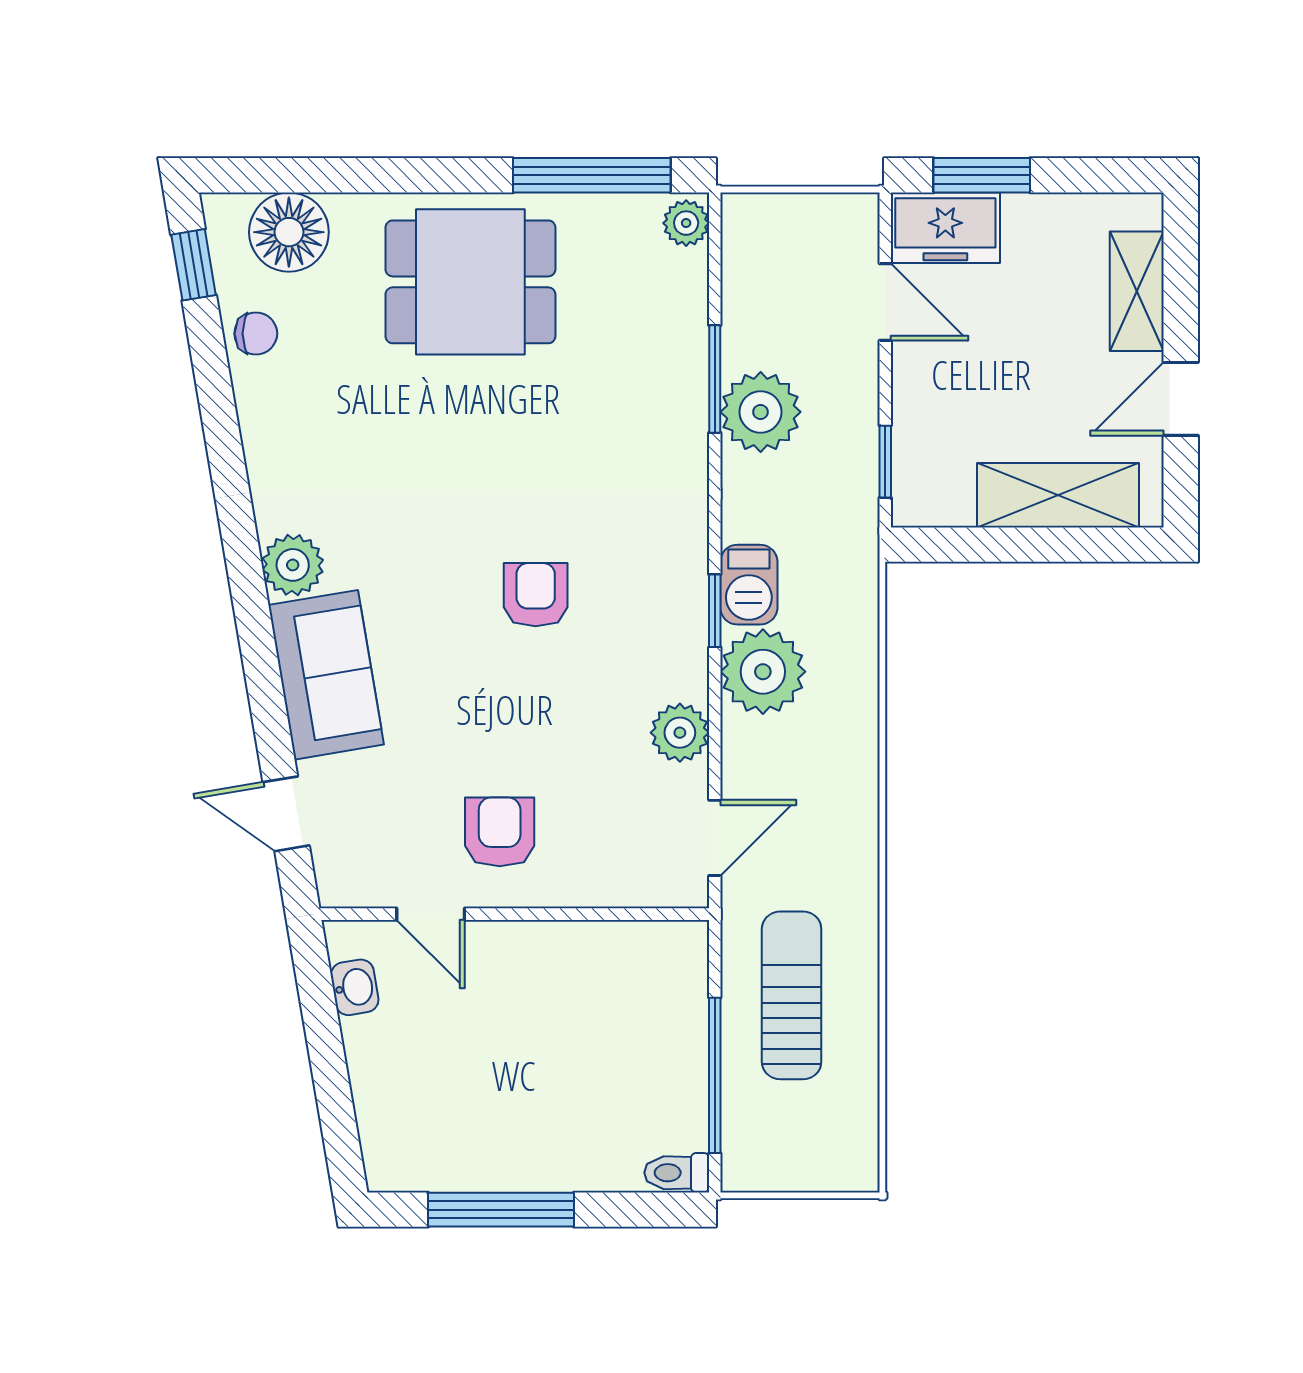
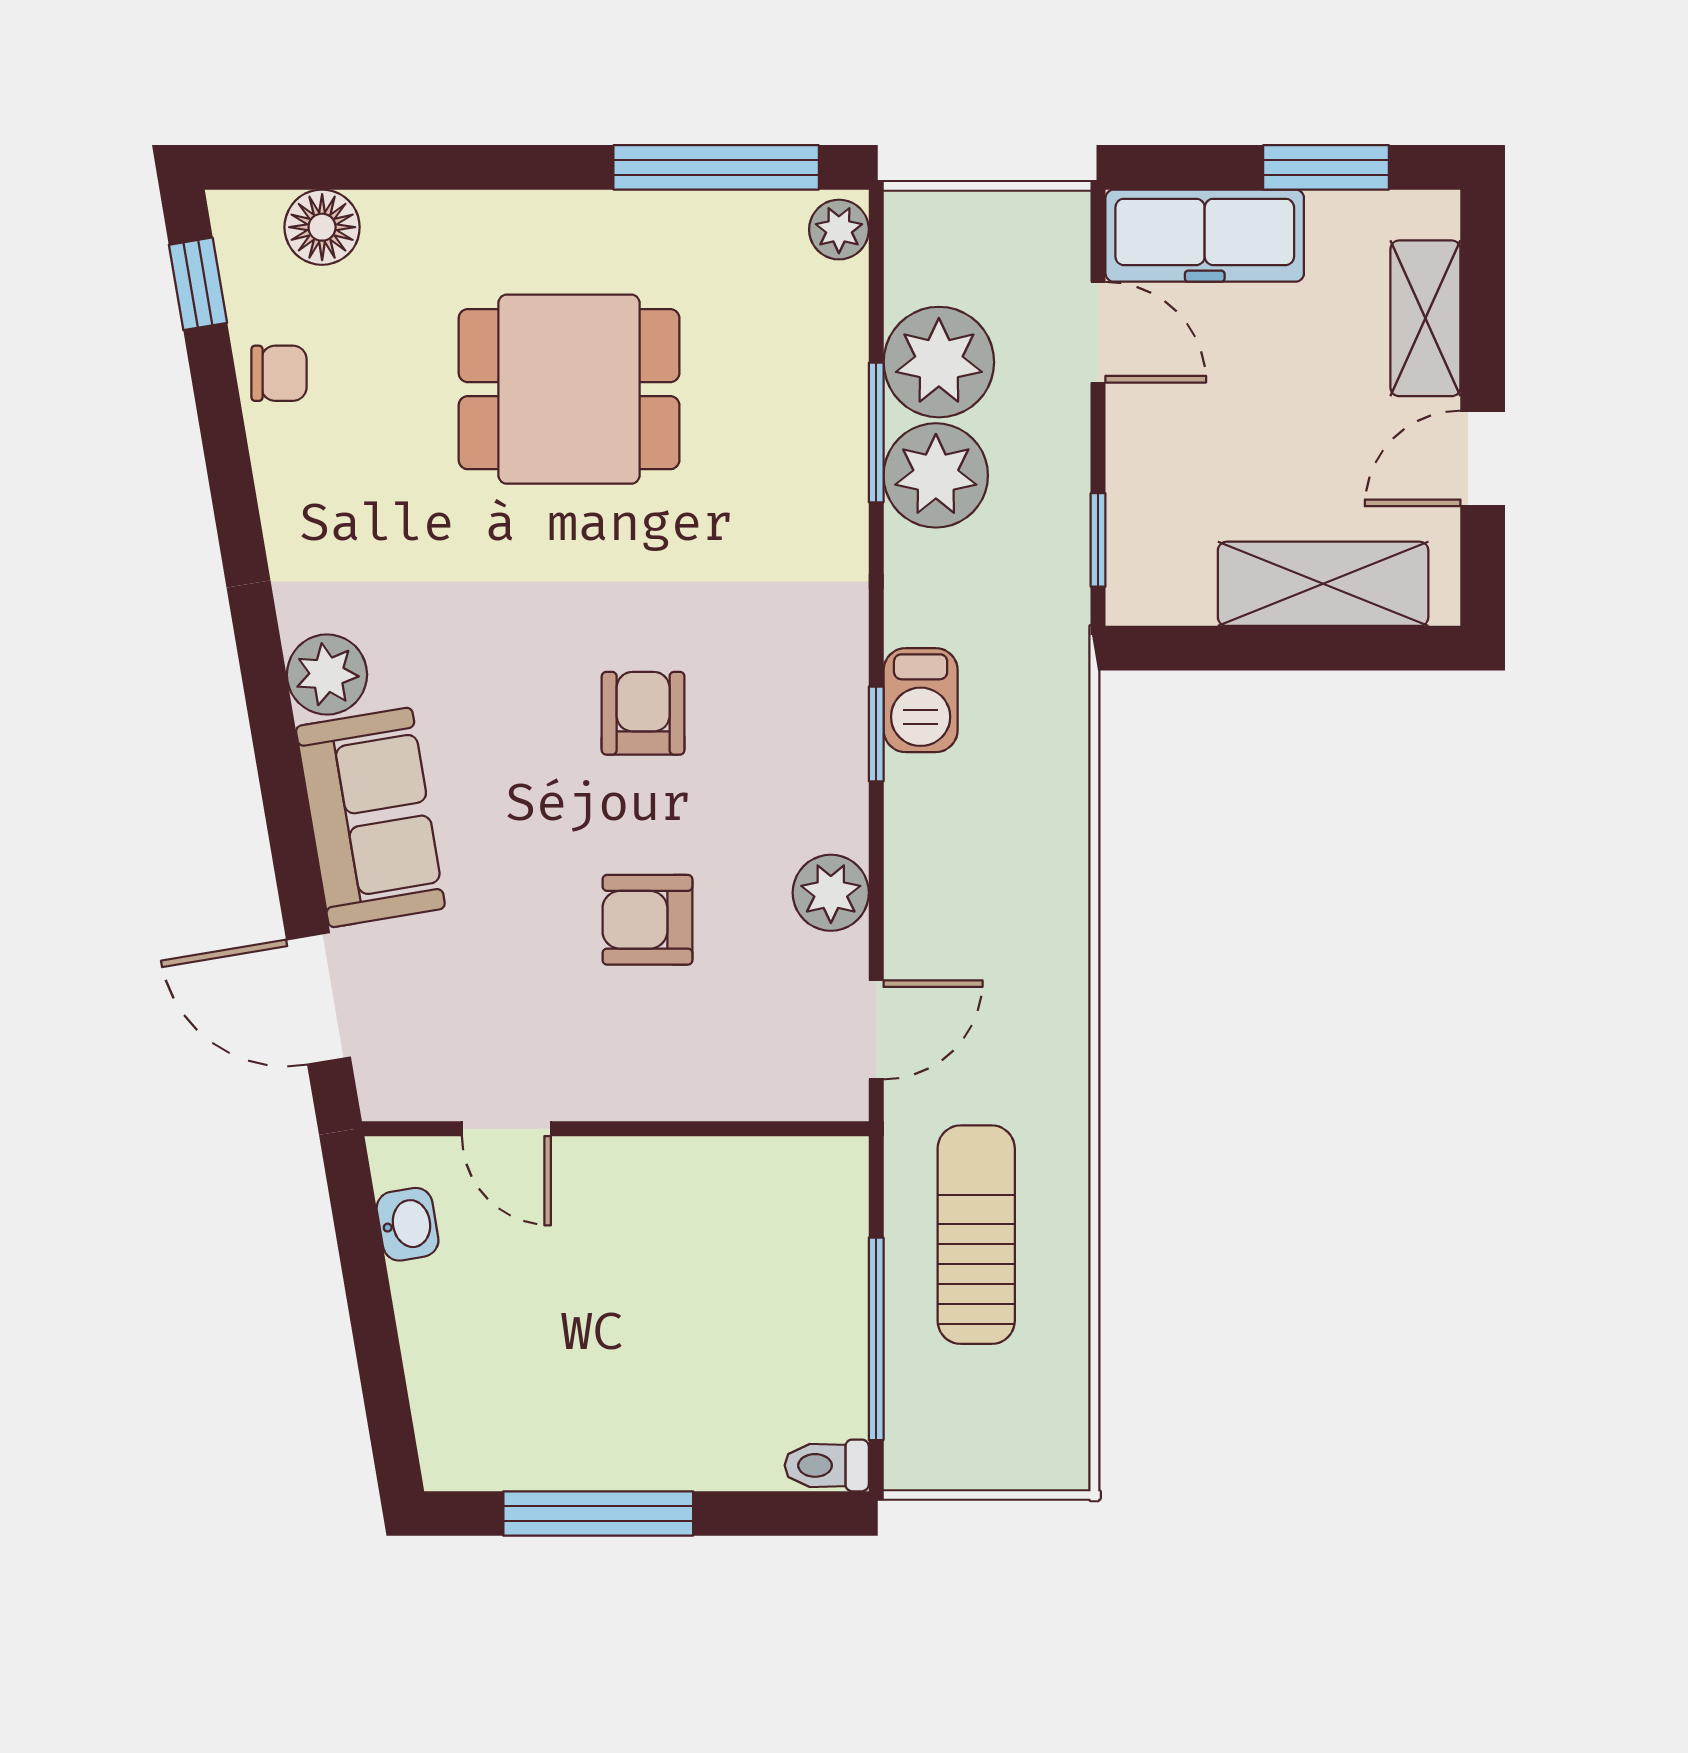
window: (982, 175) -> (1326, 167), moved
freezer: (945, 228) -> (1205, 236), width x1.40
floor lamp: (289, 232) -> (322, 227), width x0.73, depth x0.73
dining table: (470, 282) -> (569, 389), moved
plant: (763, 672) -> (939, 362), moved
door: (286, 814) -> (318, 998), width x1.38
armchair: (500, 832) -> (647, 920), moved, turned -90

